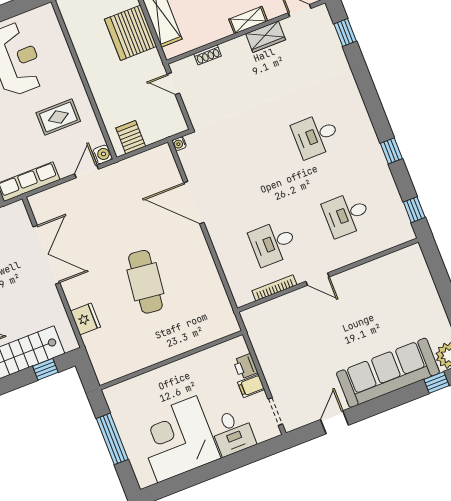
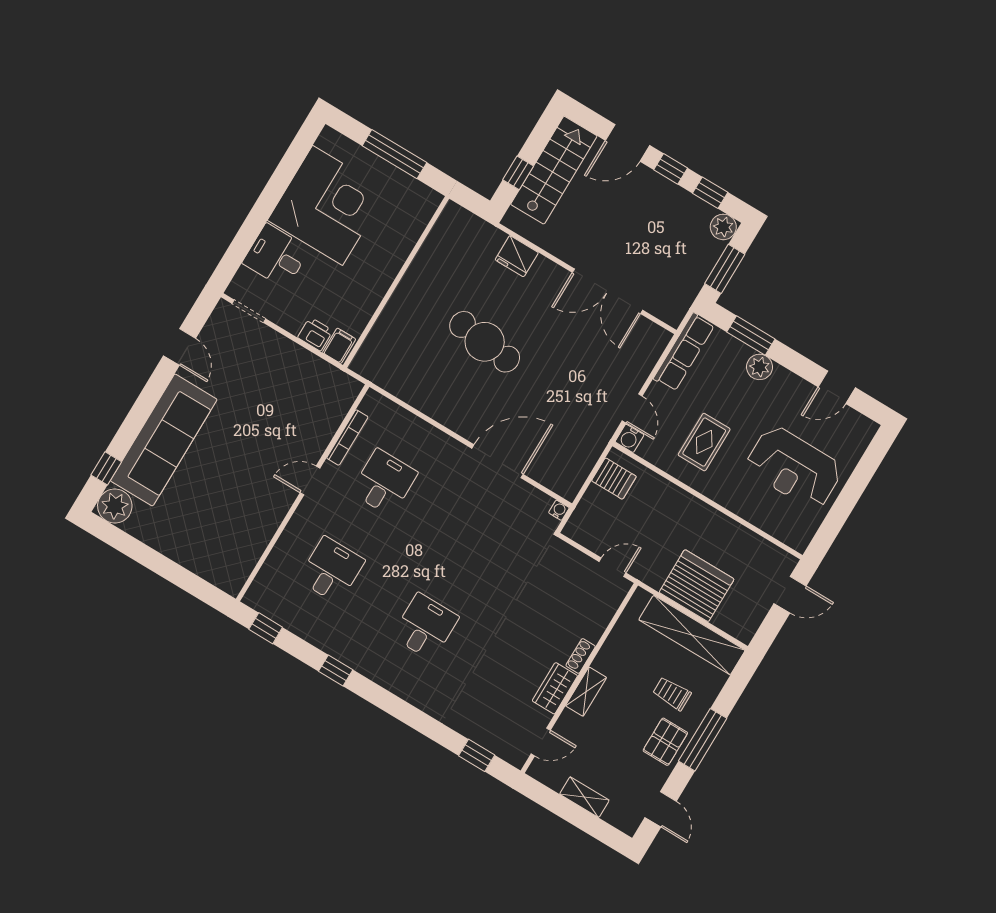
shoe rack: (208, 55) -> (581, 656), moved
filing cabinet: (251, 386) -> (339, 346), moved

